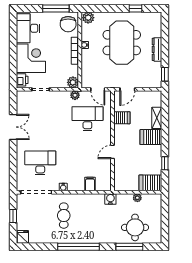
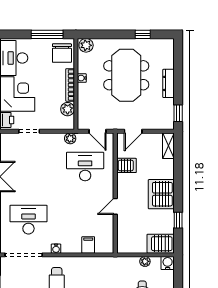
plant: (73, 82) -> (68, 109), moved
shelving: (157, 118) -> (168, 146), moved
server rack: (151, 137) -> (161, 194), width x1.60
water cooler: (110, 199) -> (168, 263), moved

